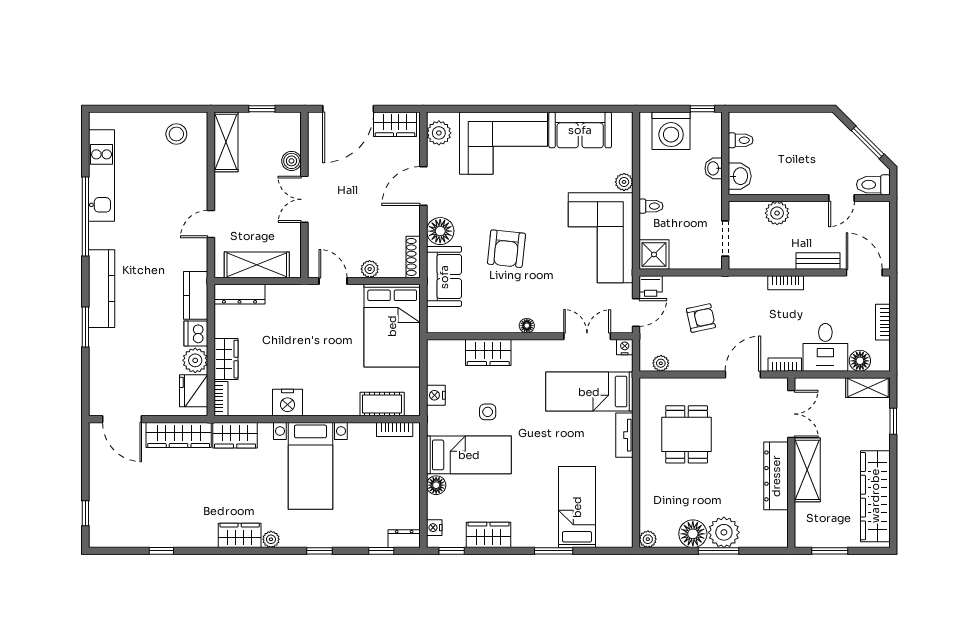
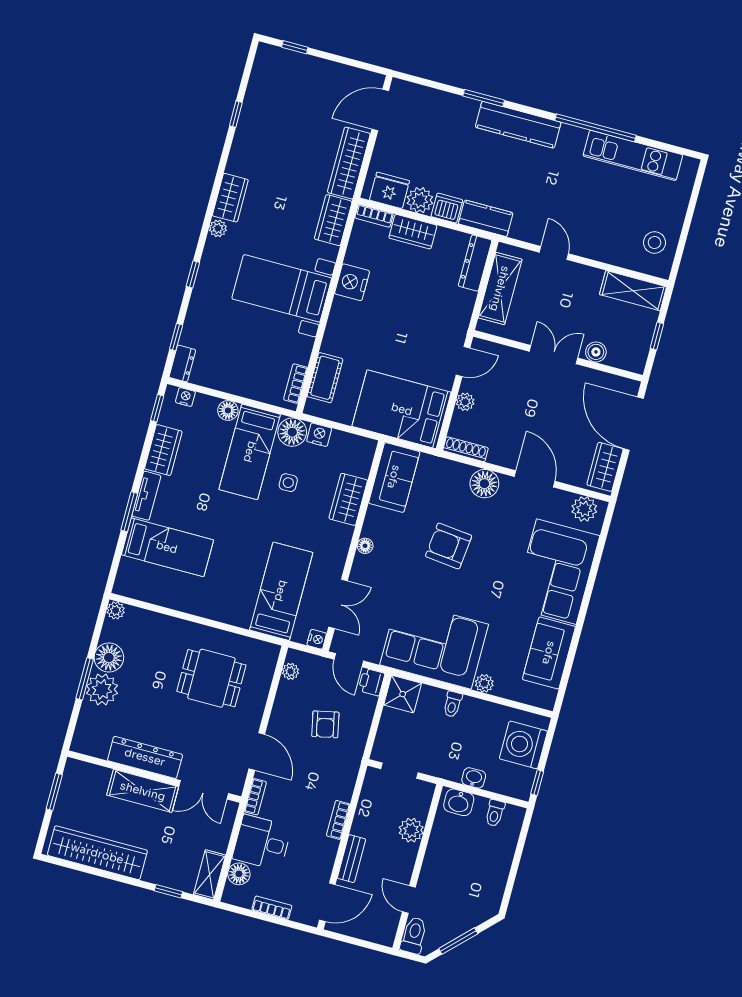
sofa: (444, 277) -> (394, 477), moved, turned -90
floor lamp: (440, 421) -> (292, 432), added
tv unit: (624, 435) -> (146, 496), moved, turned 90

